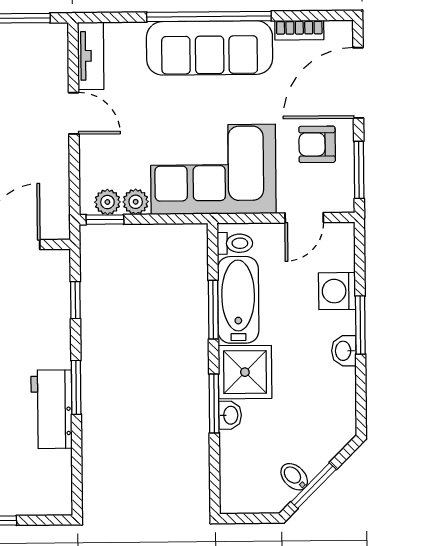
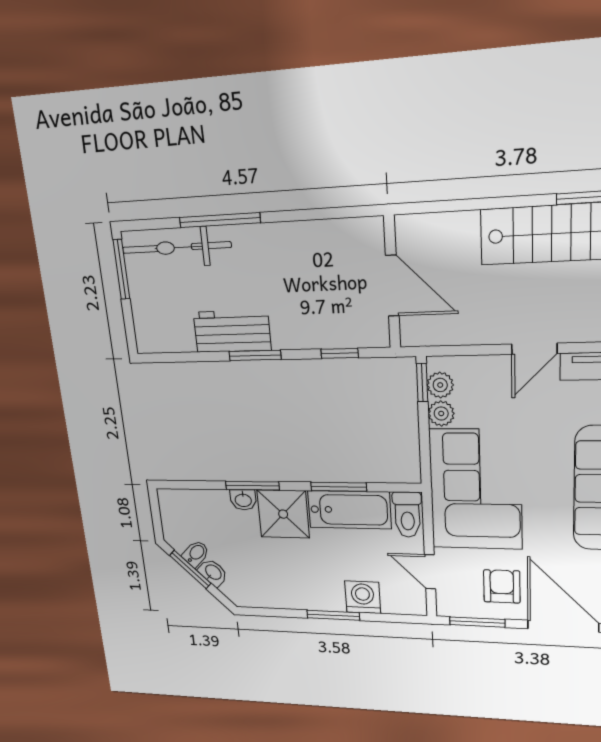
toilet: (235, 243) -> (407, 515), width x1.37, depth x1.39
washbasin: (344, 351) -> (213, 573), moved, turned 45

